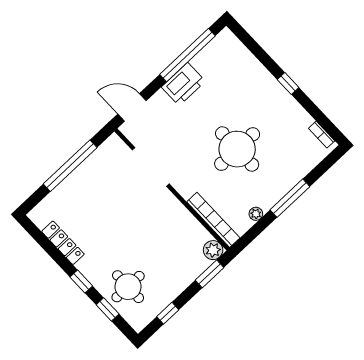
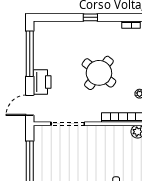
printer: (183, 84) -> (42, 82), moved
round table: (237, 149) -> (99, 73), turned 38

